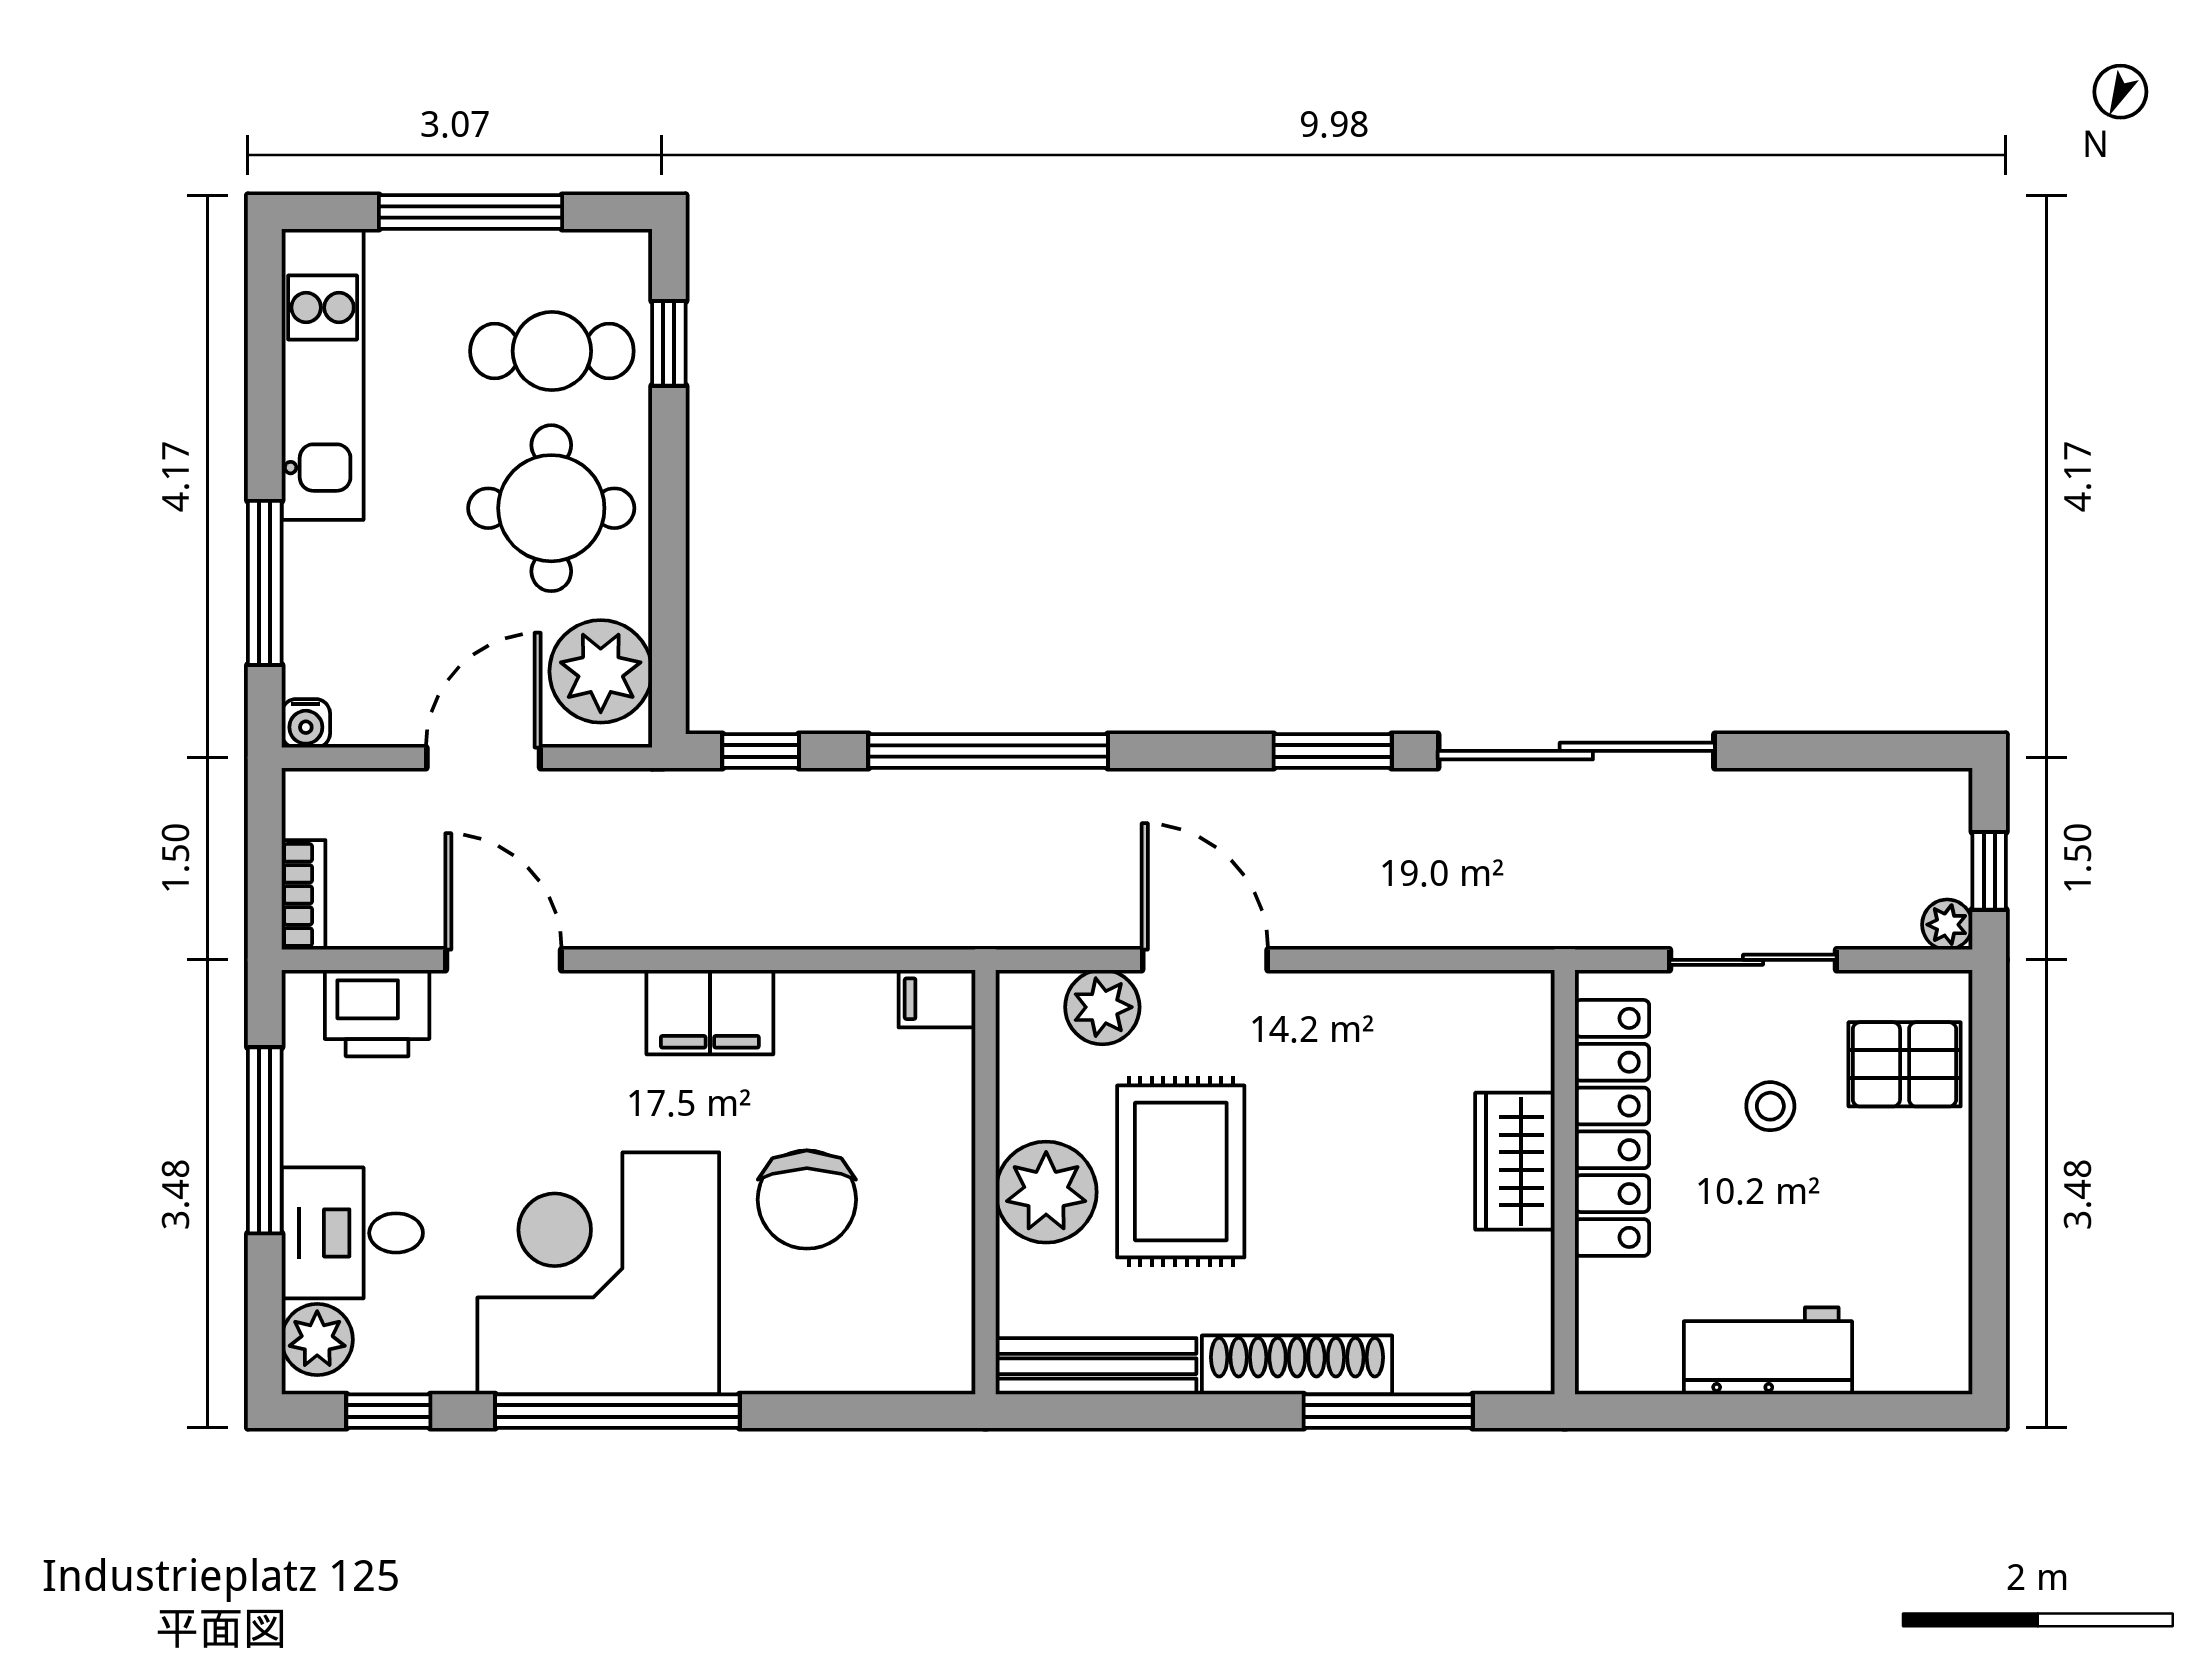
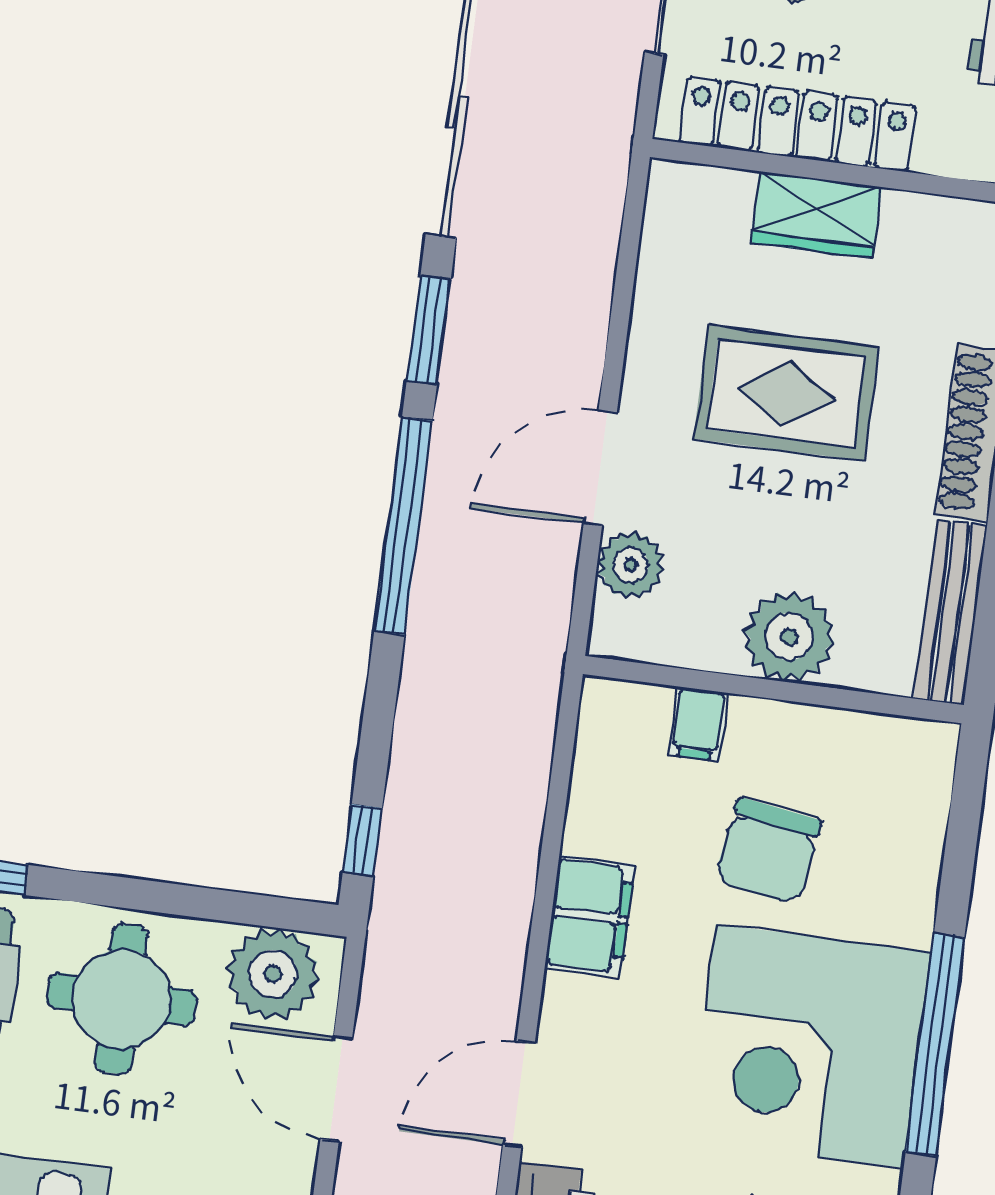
window: (988, 751) -> (403, 526), moved
filing cabinet: (937, 999) -> (698, 724), moved
rug: (1181, 1171) -> (786, 393), moved
chair: (807, 1200) -> (768, 851), turned 99

